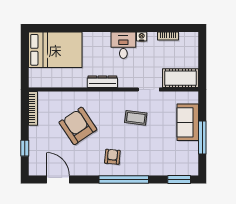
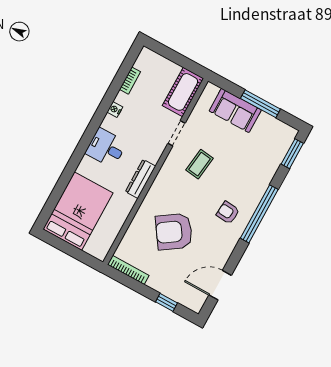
desk: (123, 45) -> (106, 148), moved

